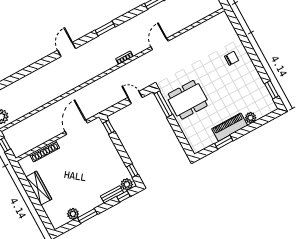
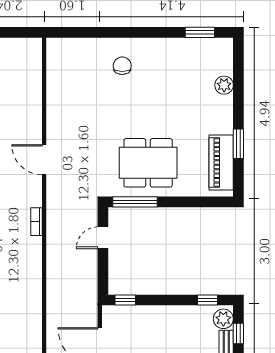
dining table: (188, 100) -> (148, 163), turned 90
piano: (230, 127) -> (221, 163), moved

